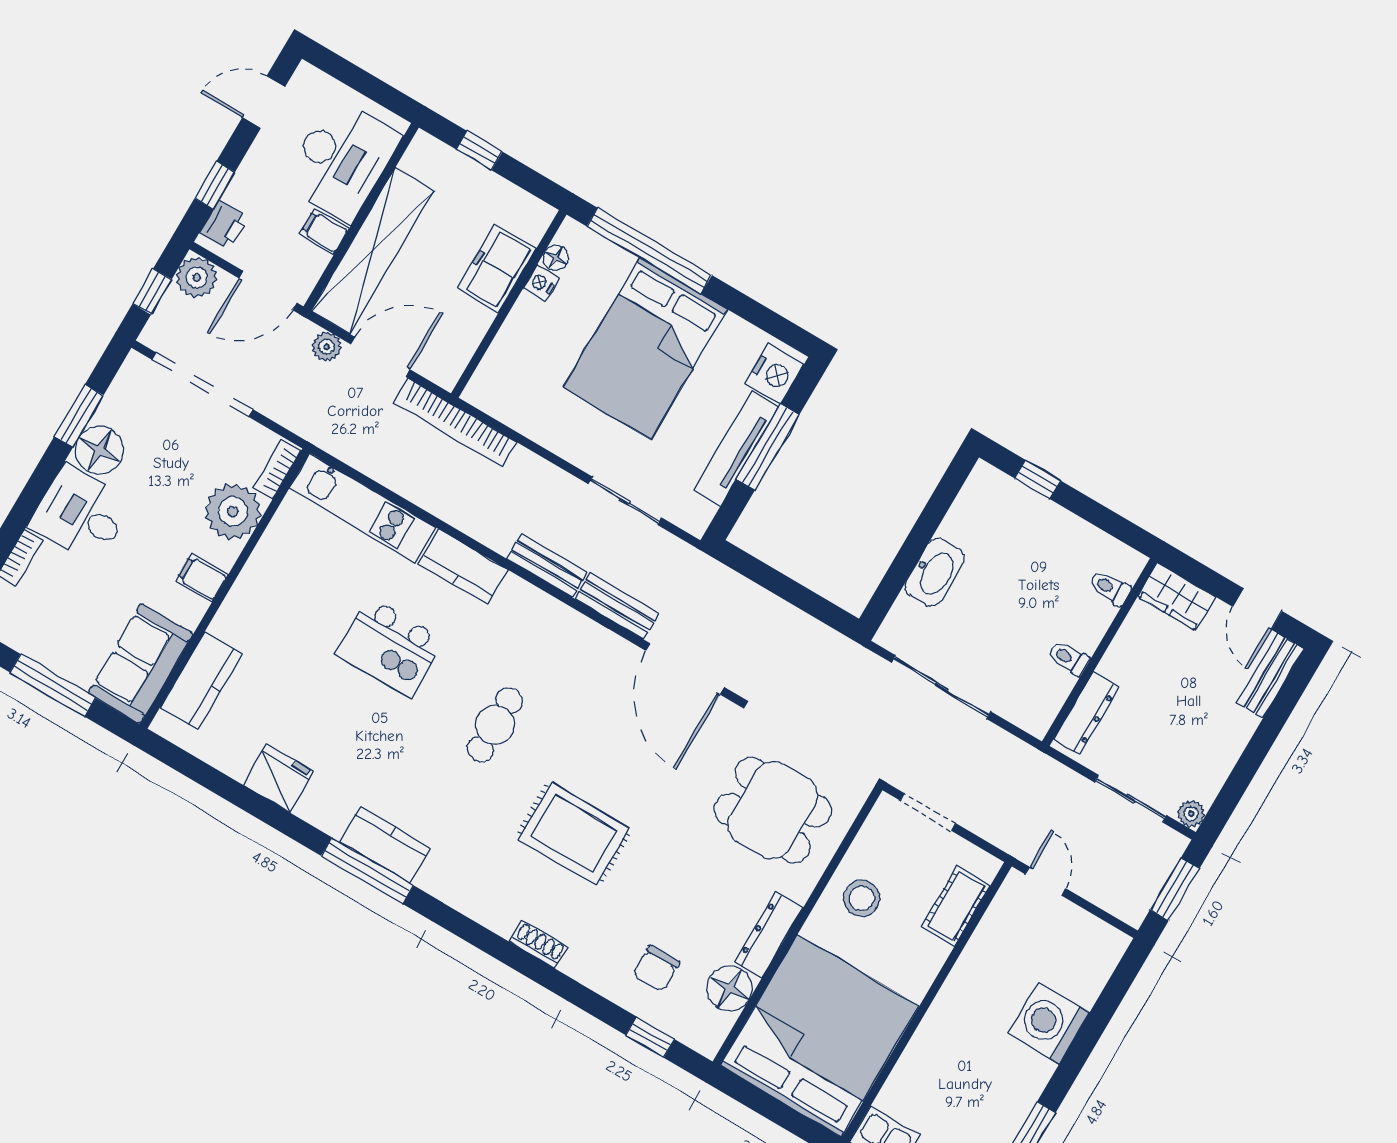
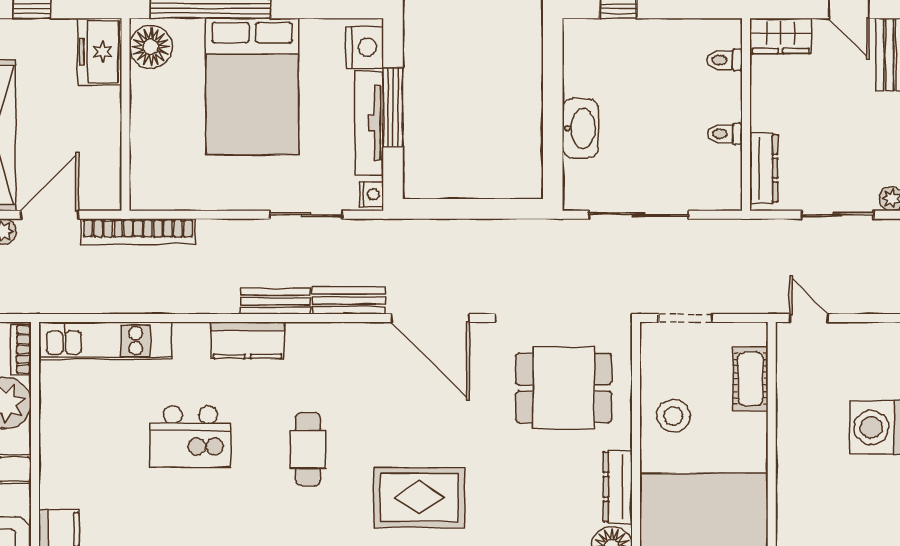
floor lamp: (556, 258) -> (151, 47), width x1.89, depth x1.89
freezer: (497, 268) -> (100, 52), moved
nightstand: (541, 283) -> (372, 194), moved, turned 180
kitchen counter: (463, 567) -> (248, 340), moved

